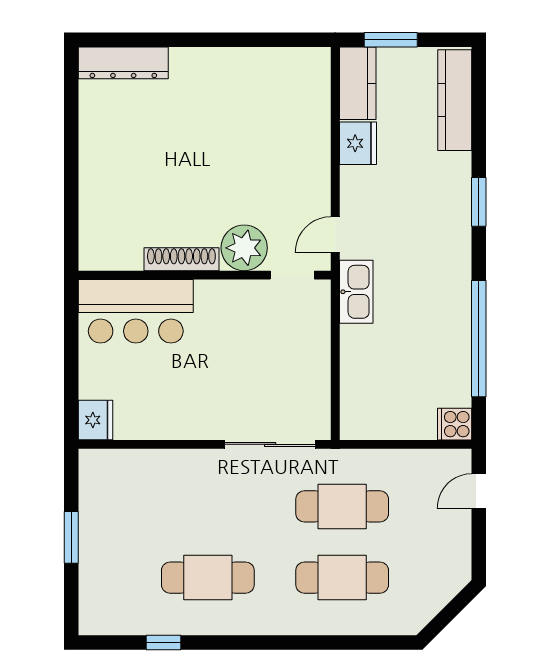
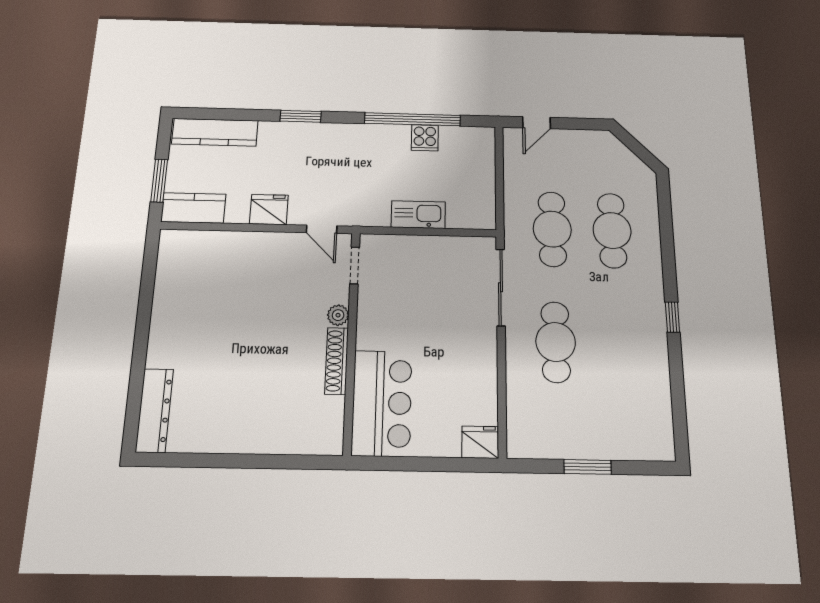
fridge: (358, 143) -> (269, 210), moved
plant: (244, 248) -> (338, 315), width x0.53, depth x0.53
kitchen sink: (356, 292) -> (418, 215), moved
cooker: (455, 424) -> (425, 138), moved
door: (479, 491) -> (537, 123), hinge flipped
cafe table: (208, 578) -> (556, 342), moved
window: (164, 642) -> (672, 317), moved

